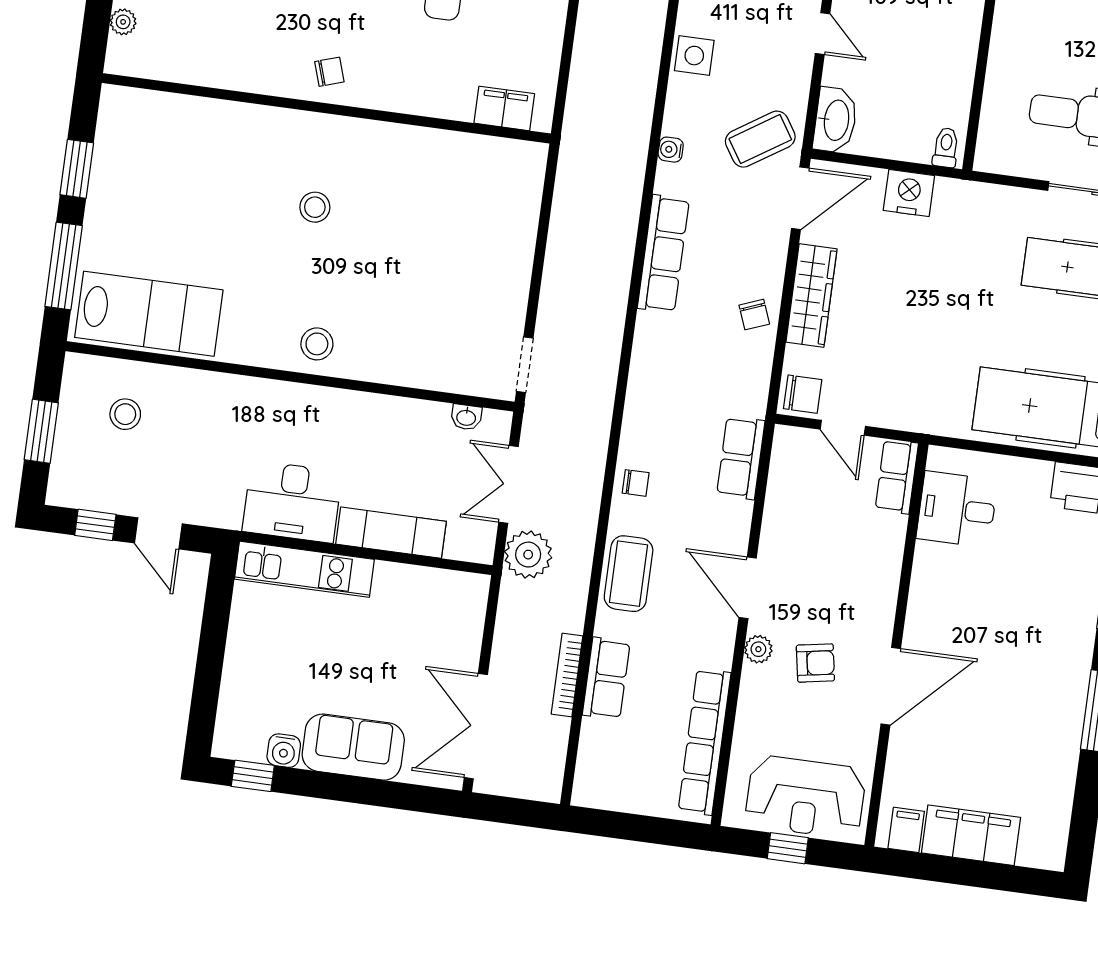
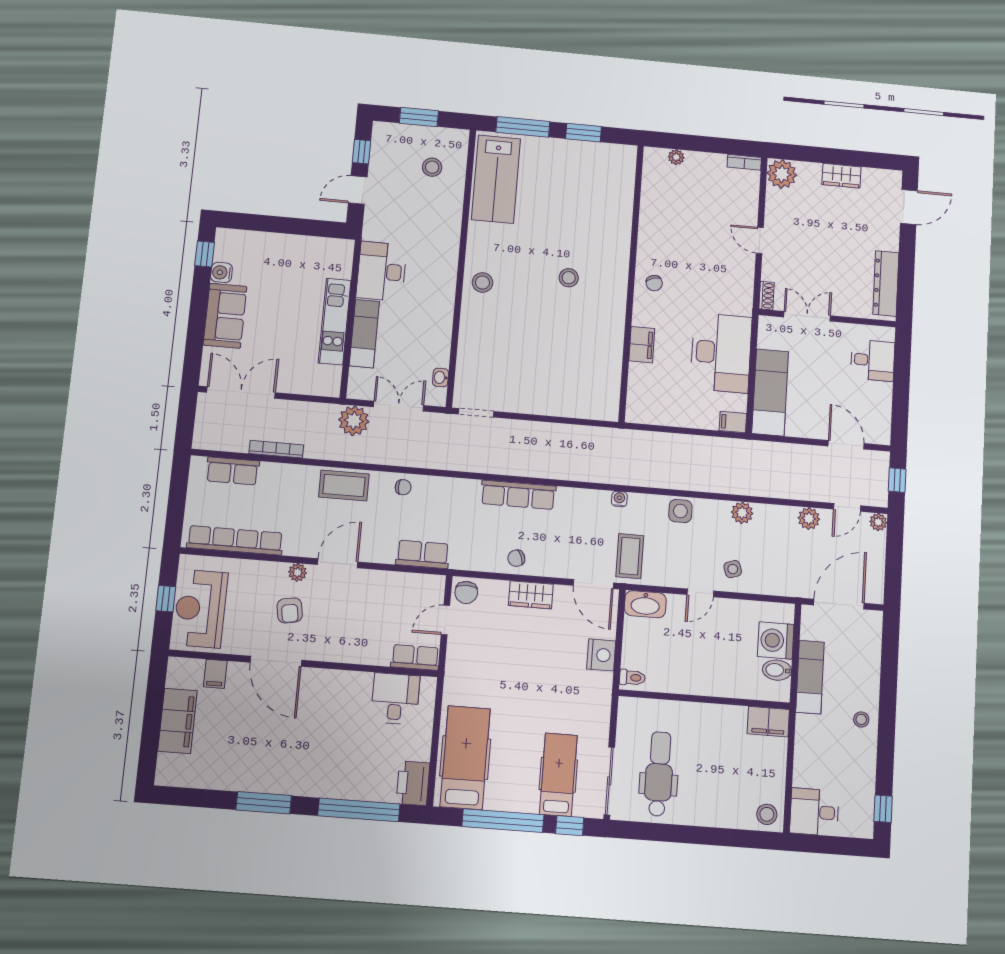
filing cabinet: (504, 108) -> (642, 345), moved
coffee table: (760, 139) -> (630, 556), turned 33
row of seats: (663, 254) -> (518, 495), moved
wardrobe: (811, 296) -> (531, 595), width x0.67
chair: (636, 483) -> (403, 487), turned -90
kitchen unit: (304, 569) -> (335, 322), moved
row of seats: (606, 678) -> (233, 471), moved
filing cabinet: (906, 830) -> (215, 674), moved, turned 90

